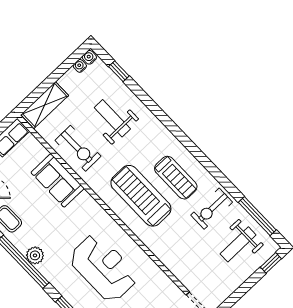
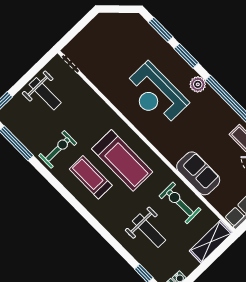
weight bench: (238, 244) -> (45, 94), moved, turned 90
plant: (35, 255) -> (198, 84), moved

